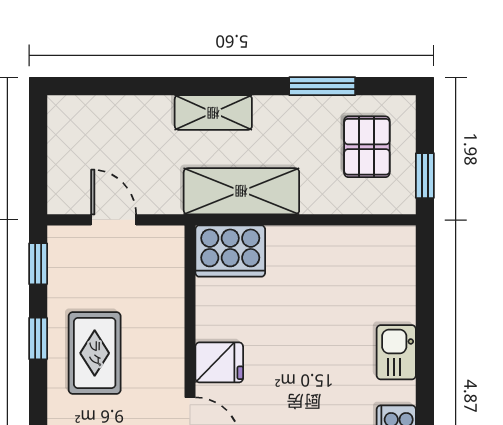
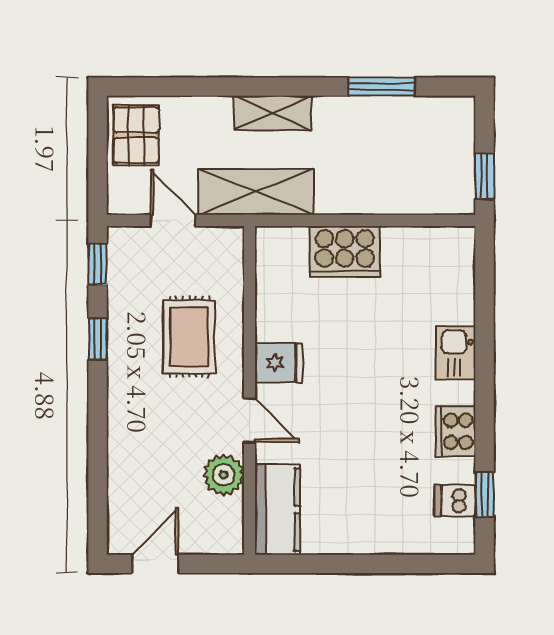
pallet: (367, 147) -> (136, 135), moved
shelving: (241, 191) -> (256, 192), moved
cooker: (230, 251) -> (345, 252), moved
rug: (95, 353) -> (189, 337), moved

